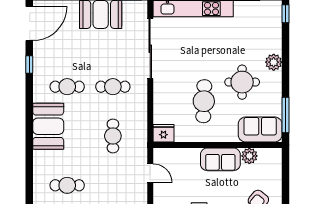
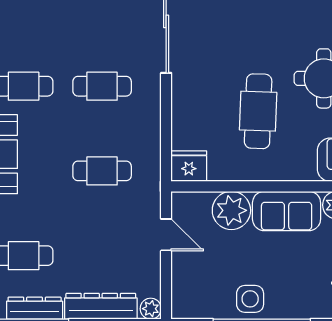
cafe table: (113, 136) -> (102, 171), turned 90
plant: (188, 159) -> (231, 210), added

